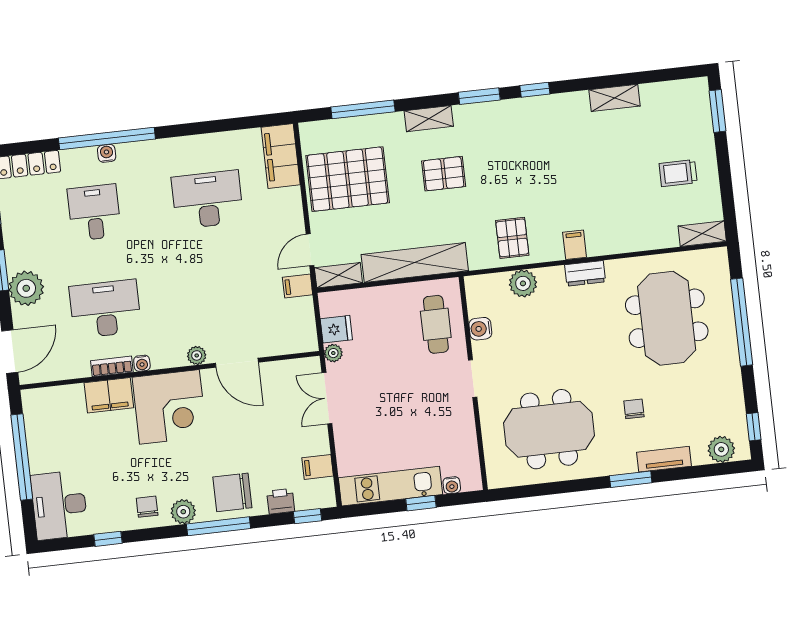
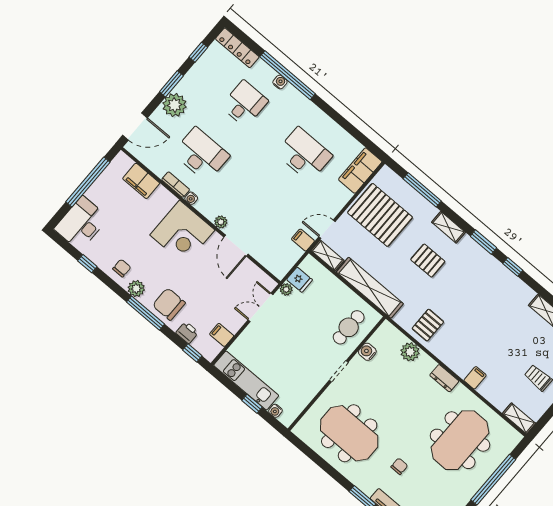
filing cabinet: (575, 245) -> (475, 378), moved
filing cabinet: (109, 395) -> (141, 181), moved

